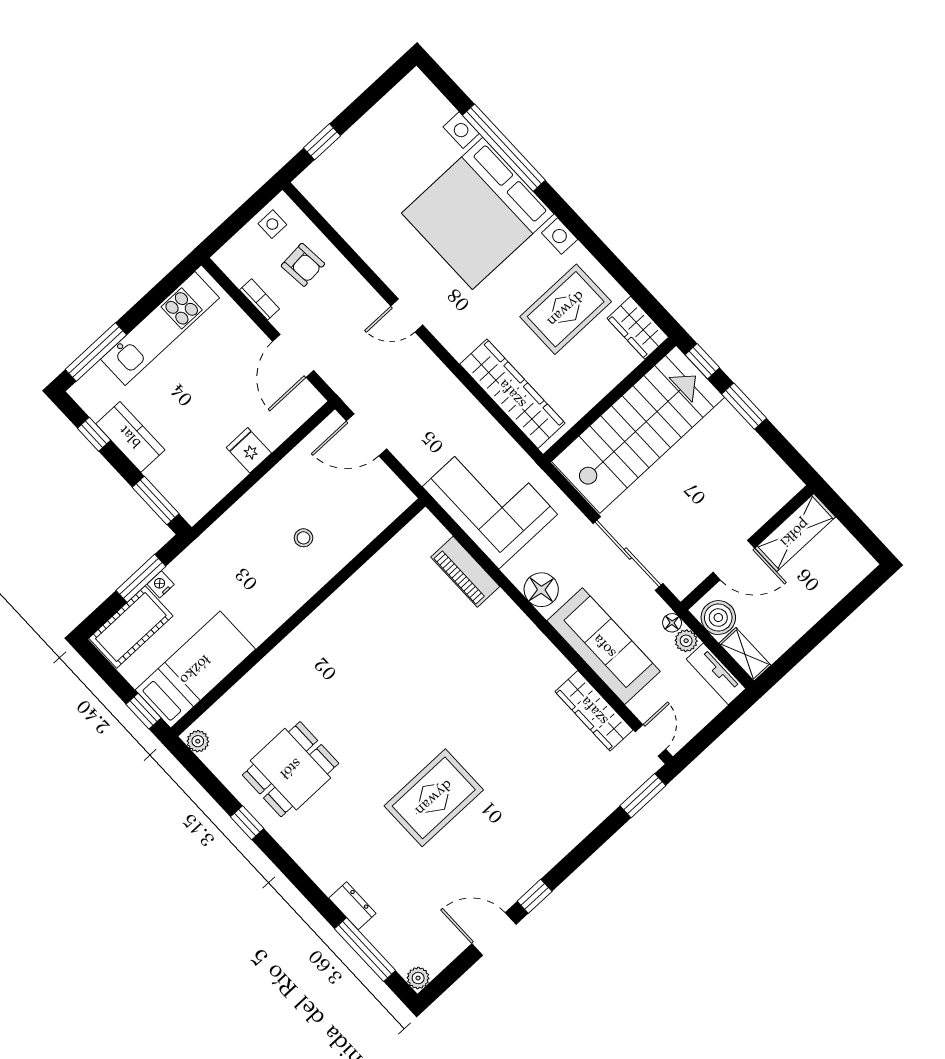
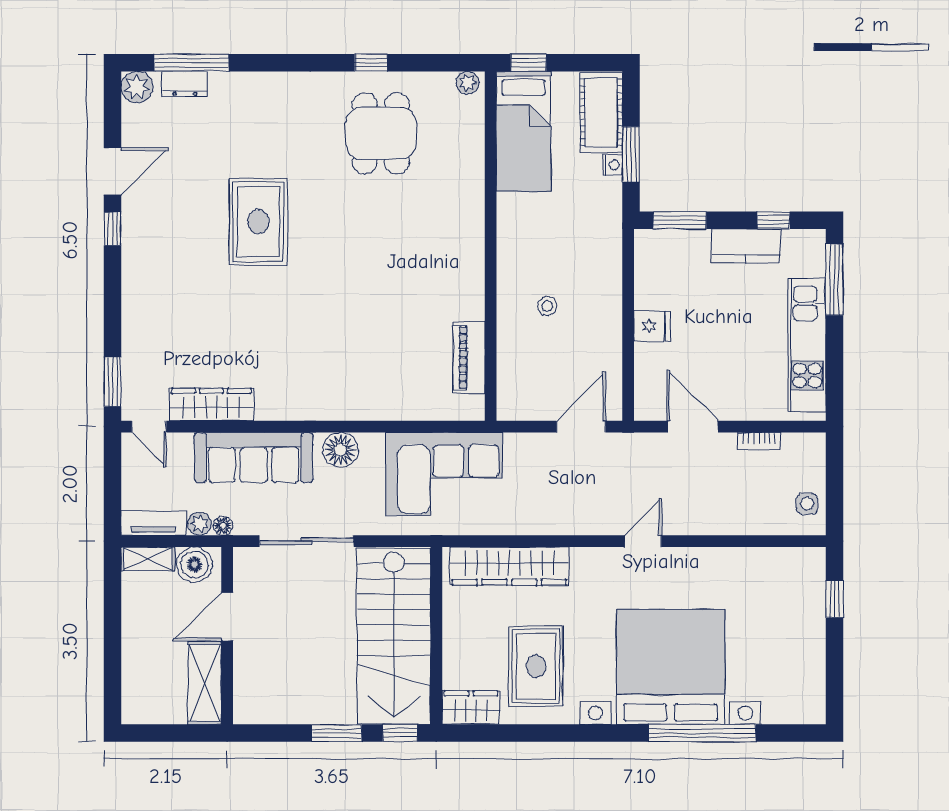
armchair: (303, 265) -> (755, 498), removed
piano: (465, 572) -> (469, 358), moved, turned -90
dresser: (352, 906) -> (185, 84), moved
plant: (418, 978) -> (137, 87), width x1.38, depth x1.38

